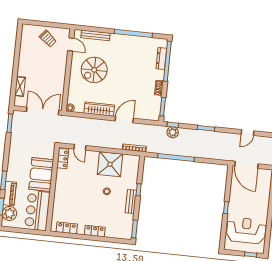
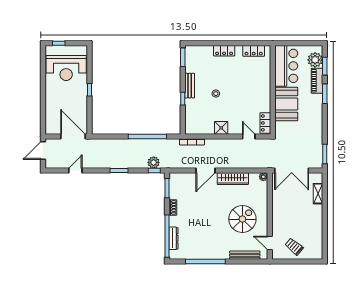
shower: (110, 164) -> (221, 128), width x0.54, depth x0.54

